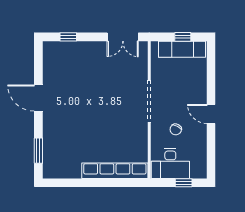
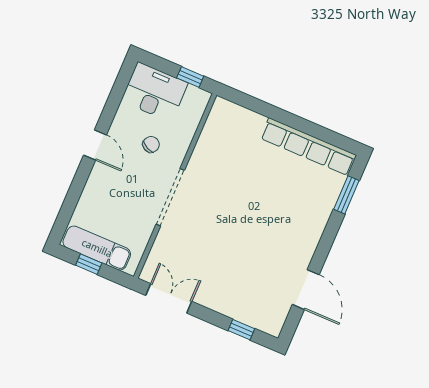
door: (38, 98) -> (306, 290), moved
desk: (170, 164) -> (154, 92), moved
row of seats: (115, 171) -> (308, 147), moved
window: (184, 183) -> (190, 77), moved

